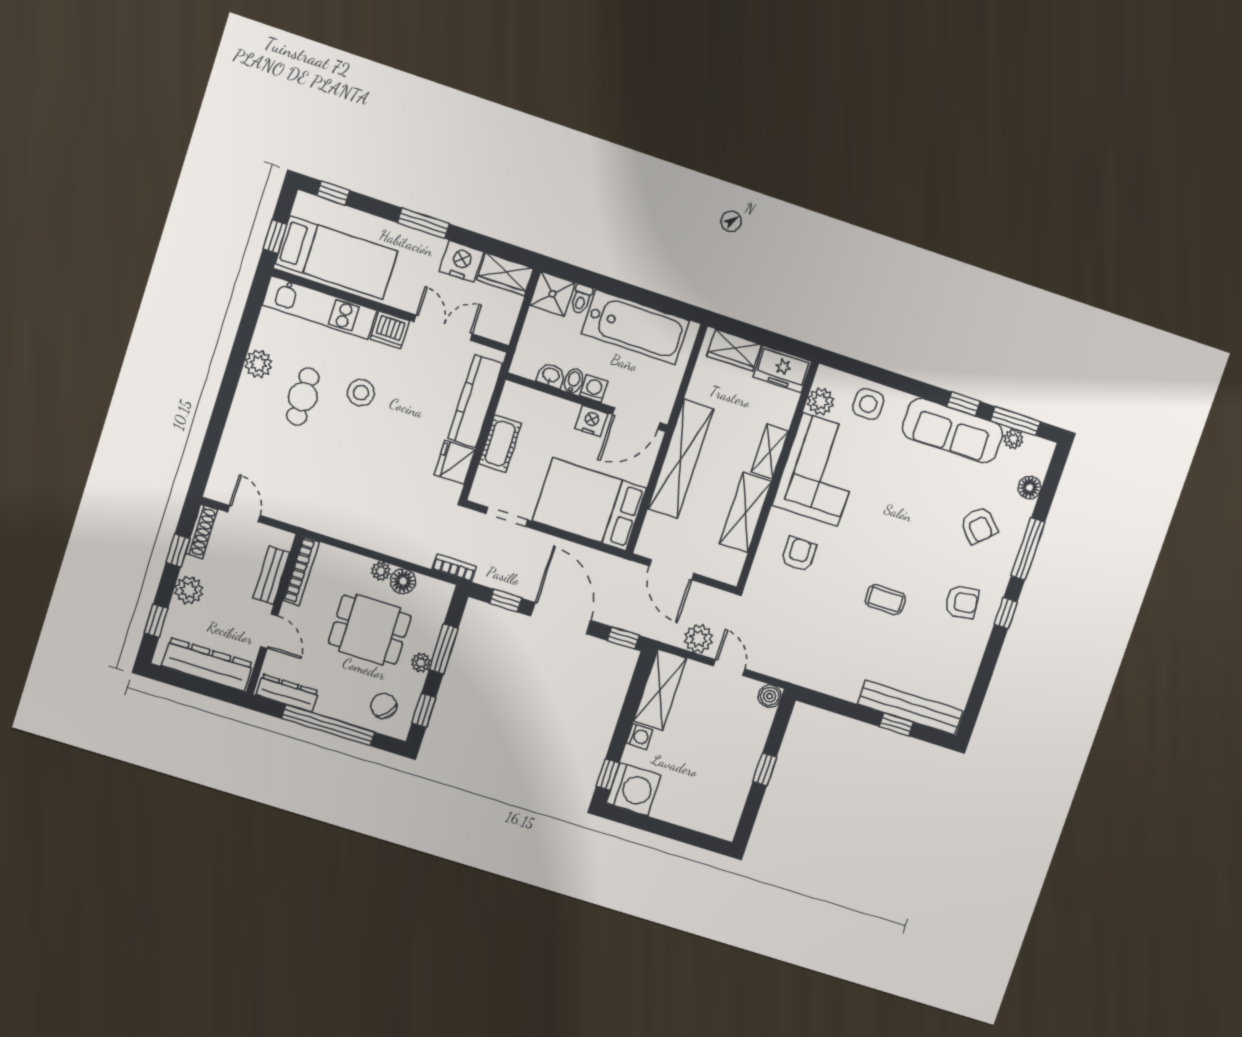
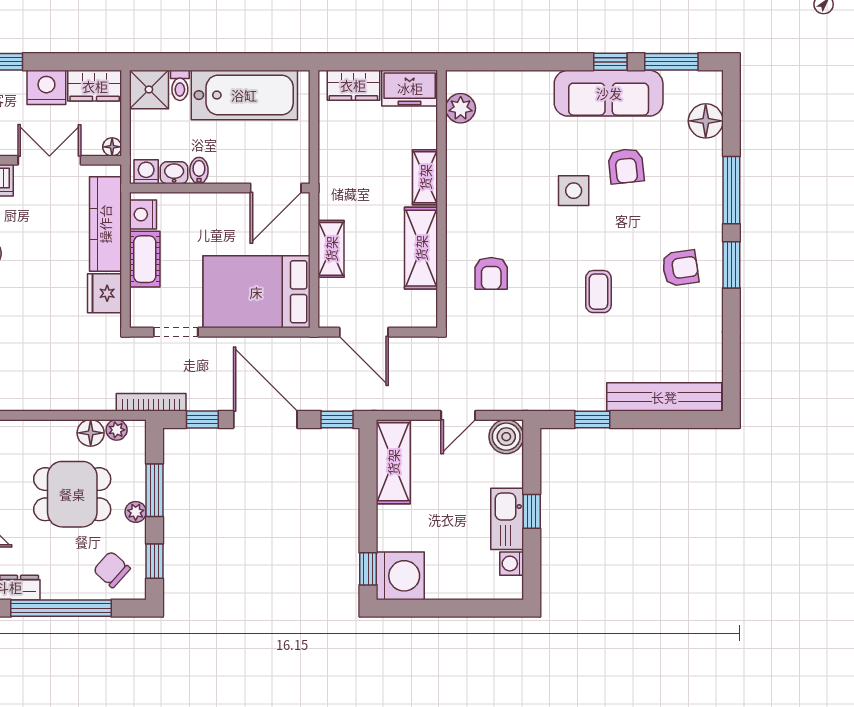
floor lamp: (503, 334) -> (112, 147), added
washing machine: (594, 389) -> (146, 172), moved
side table: (868, 404) -> (574, 191), moved
nightstand: (591, 421) -> (143, 214), moved, turned -90
plant: (1014, 439) -> (676, 81), removed
shelving: (681, 459) -> (331, 249), width x0.45, depth x0.75
corner sofa: (820, 470) -> (484, 178), removed
floor lamp: (1030, 488) -> (706, 121), width x1.38, depth x1.38
armchair: (979, 525) -> (626, 166), moved, turned 38
armchair: (799, 554) -> (491, 273), turned 180
bookcase: (454, 568) -> (151, 402), width x1.56
plant: (381, 571) -> (117, 430), moved
coffee table: (885, 600) -> (598, 292), turned 90
window: (1006, 613) -> (731, 265), width x1.50
plant: (699, 639) -> (416, 395), removed
door: (729, 668) -> (458, 415), swing flipped
boiler: (770, 696) -> (506, 437), width x1.36, depth x1.36
window: (896, 724) -> (592, 420), moved
washing machine: (640, 736) -> (512, 564), moved, turned 180
kitchen sink: (741, 769) -> (507, 519), added

